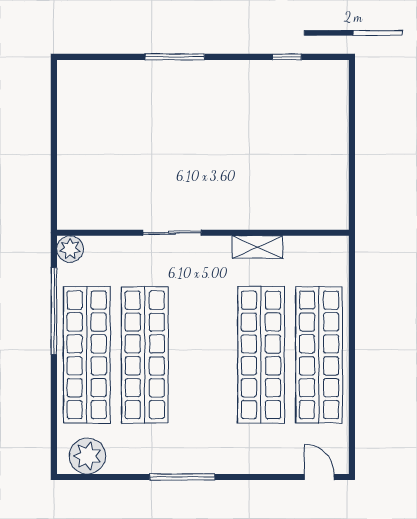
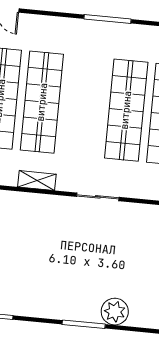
plant: (134, 78) -> (115, 312), added

